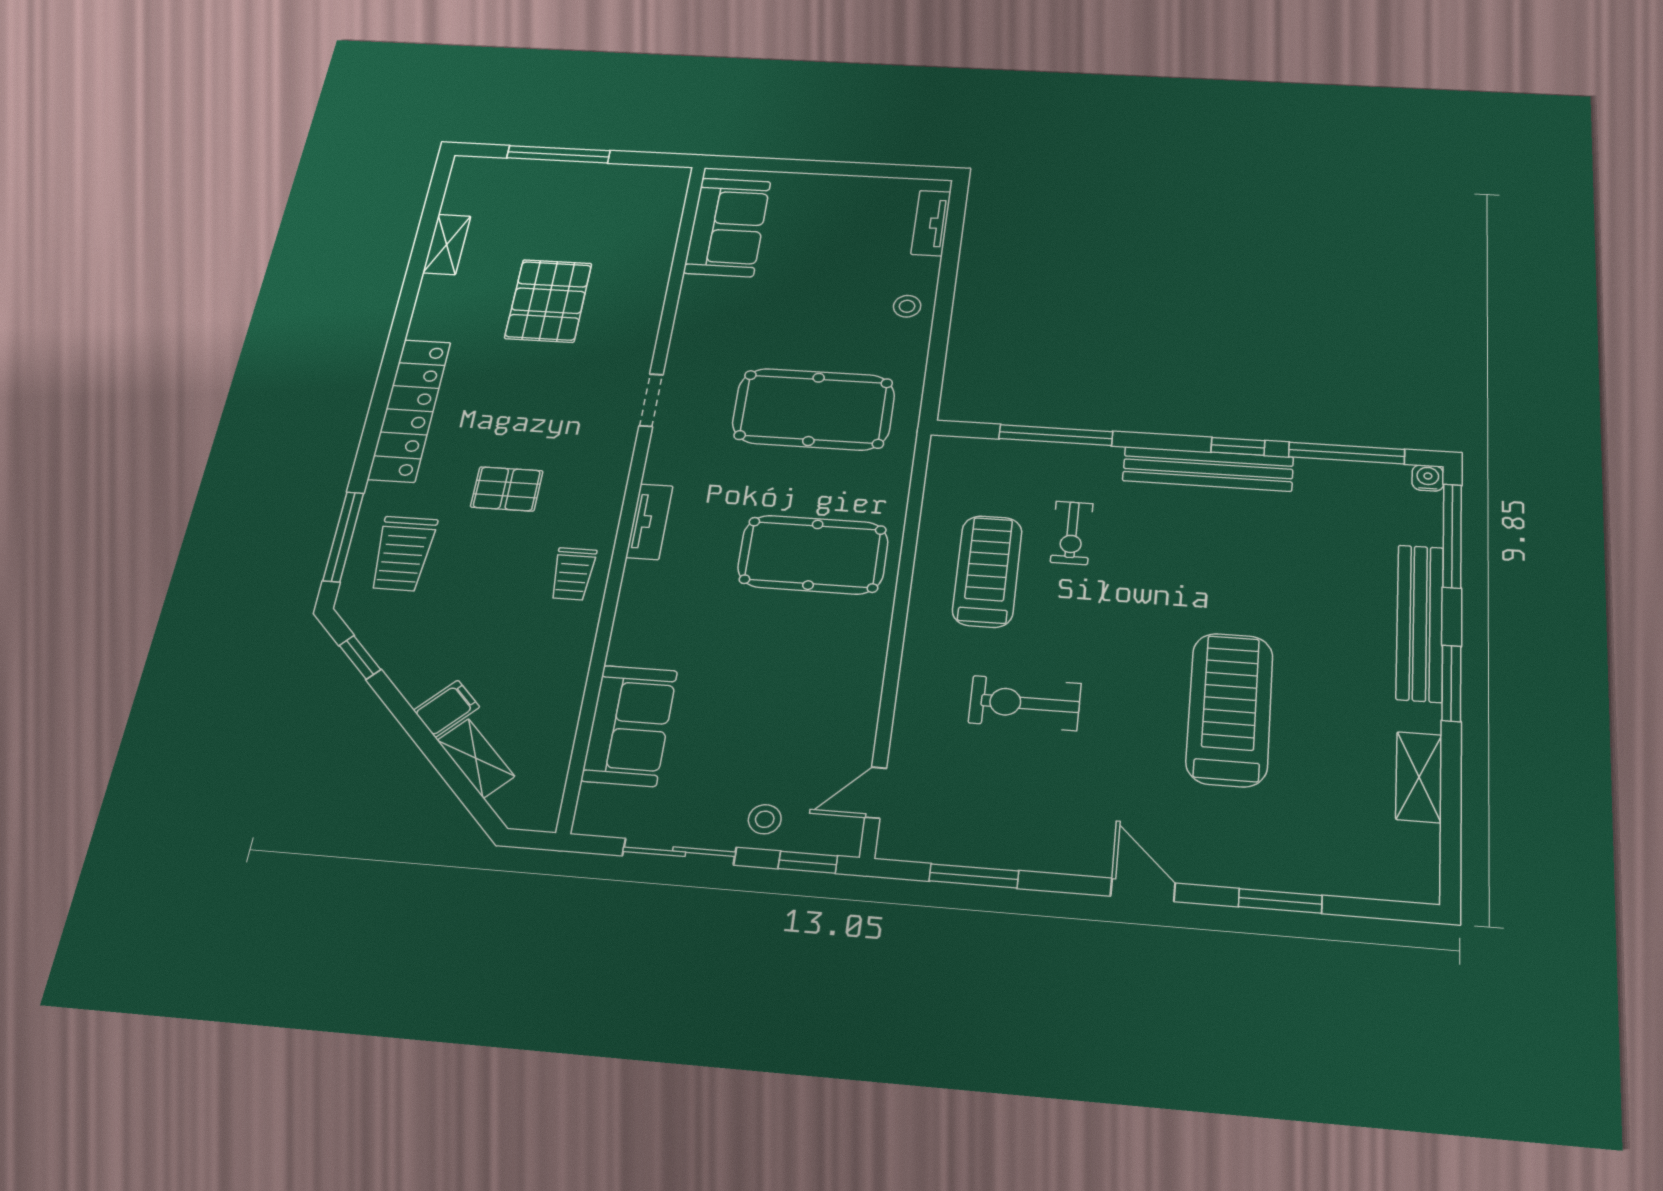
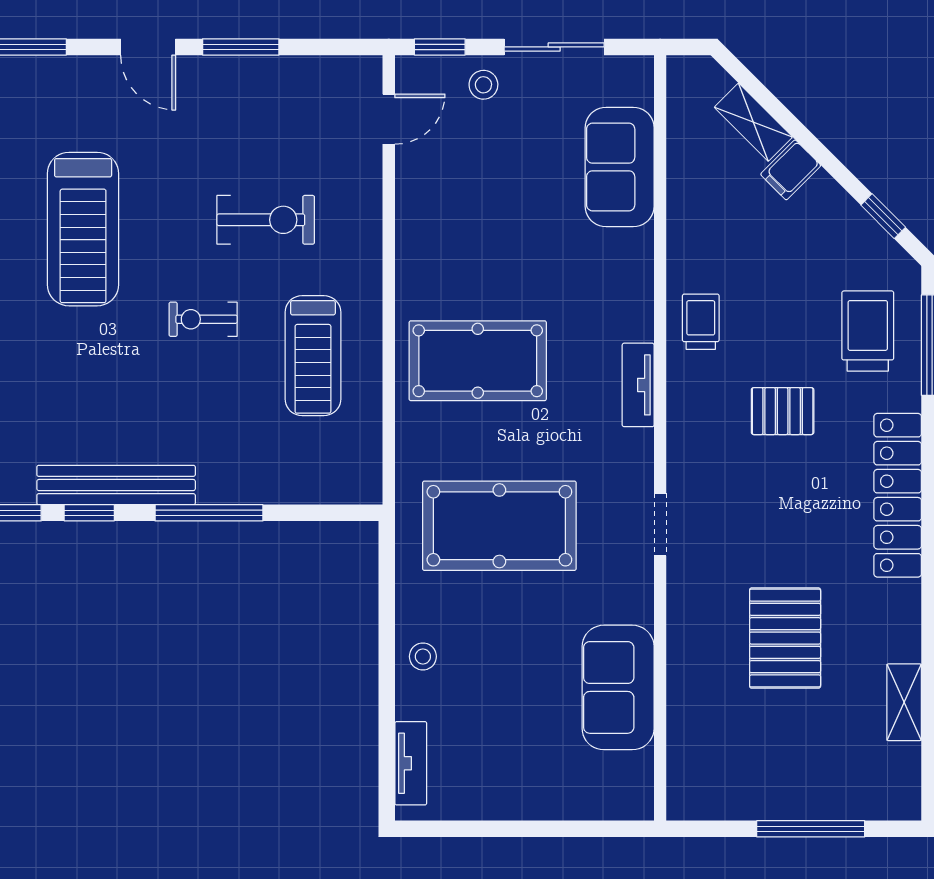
sofa: (727, 227) -> (618, 687), moved
window: (1056, 435) -> (209, 513), moved
exercise bike: (1072, 533) -> (203, 319), moved, turned -90
window: (974, 876) -> (241, 47), moved

